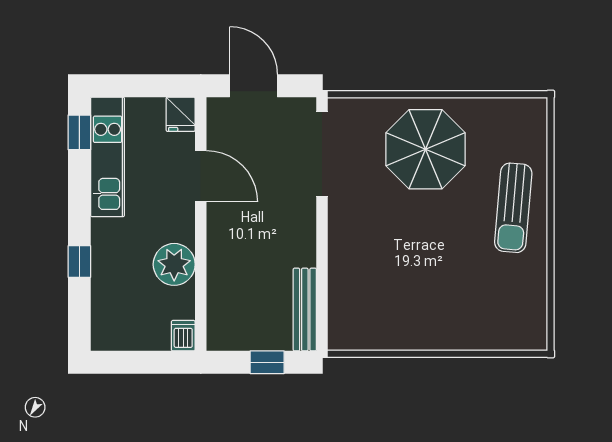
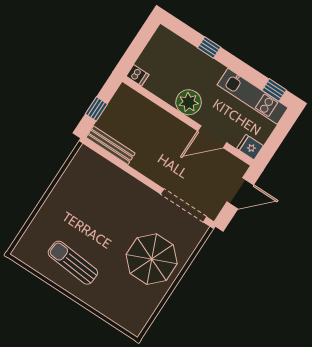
sun lounger: (513, 208) -> (73, 263), moved
plant: (174, 264) -> (189, 102), moved

